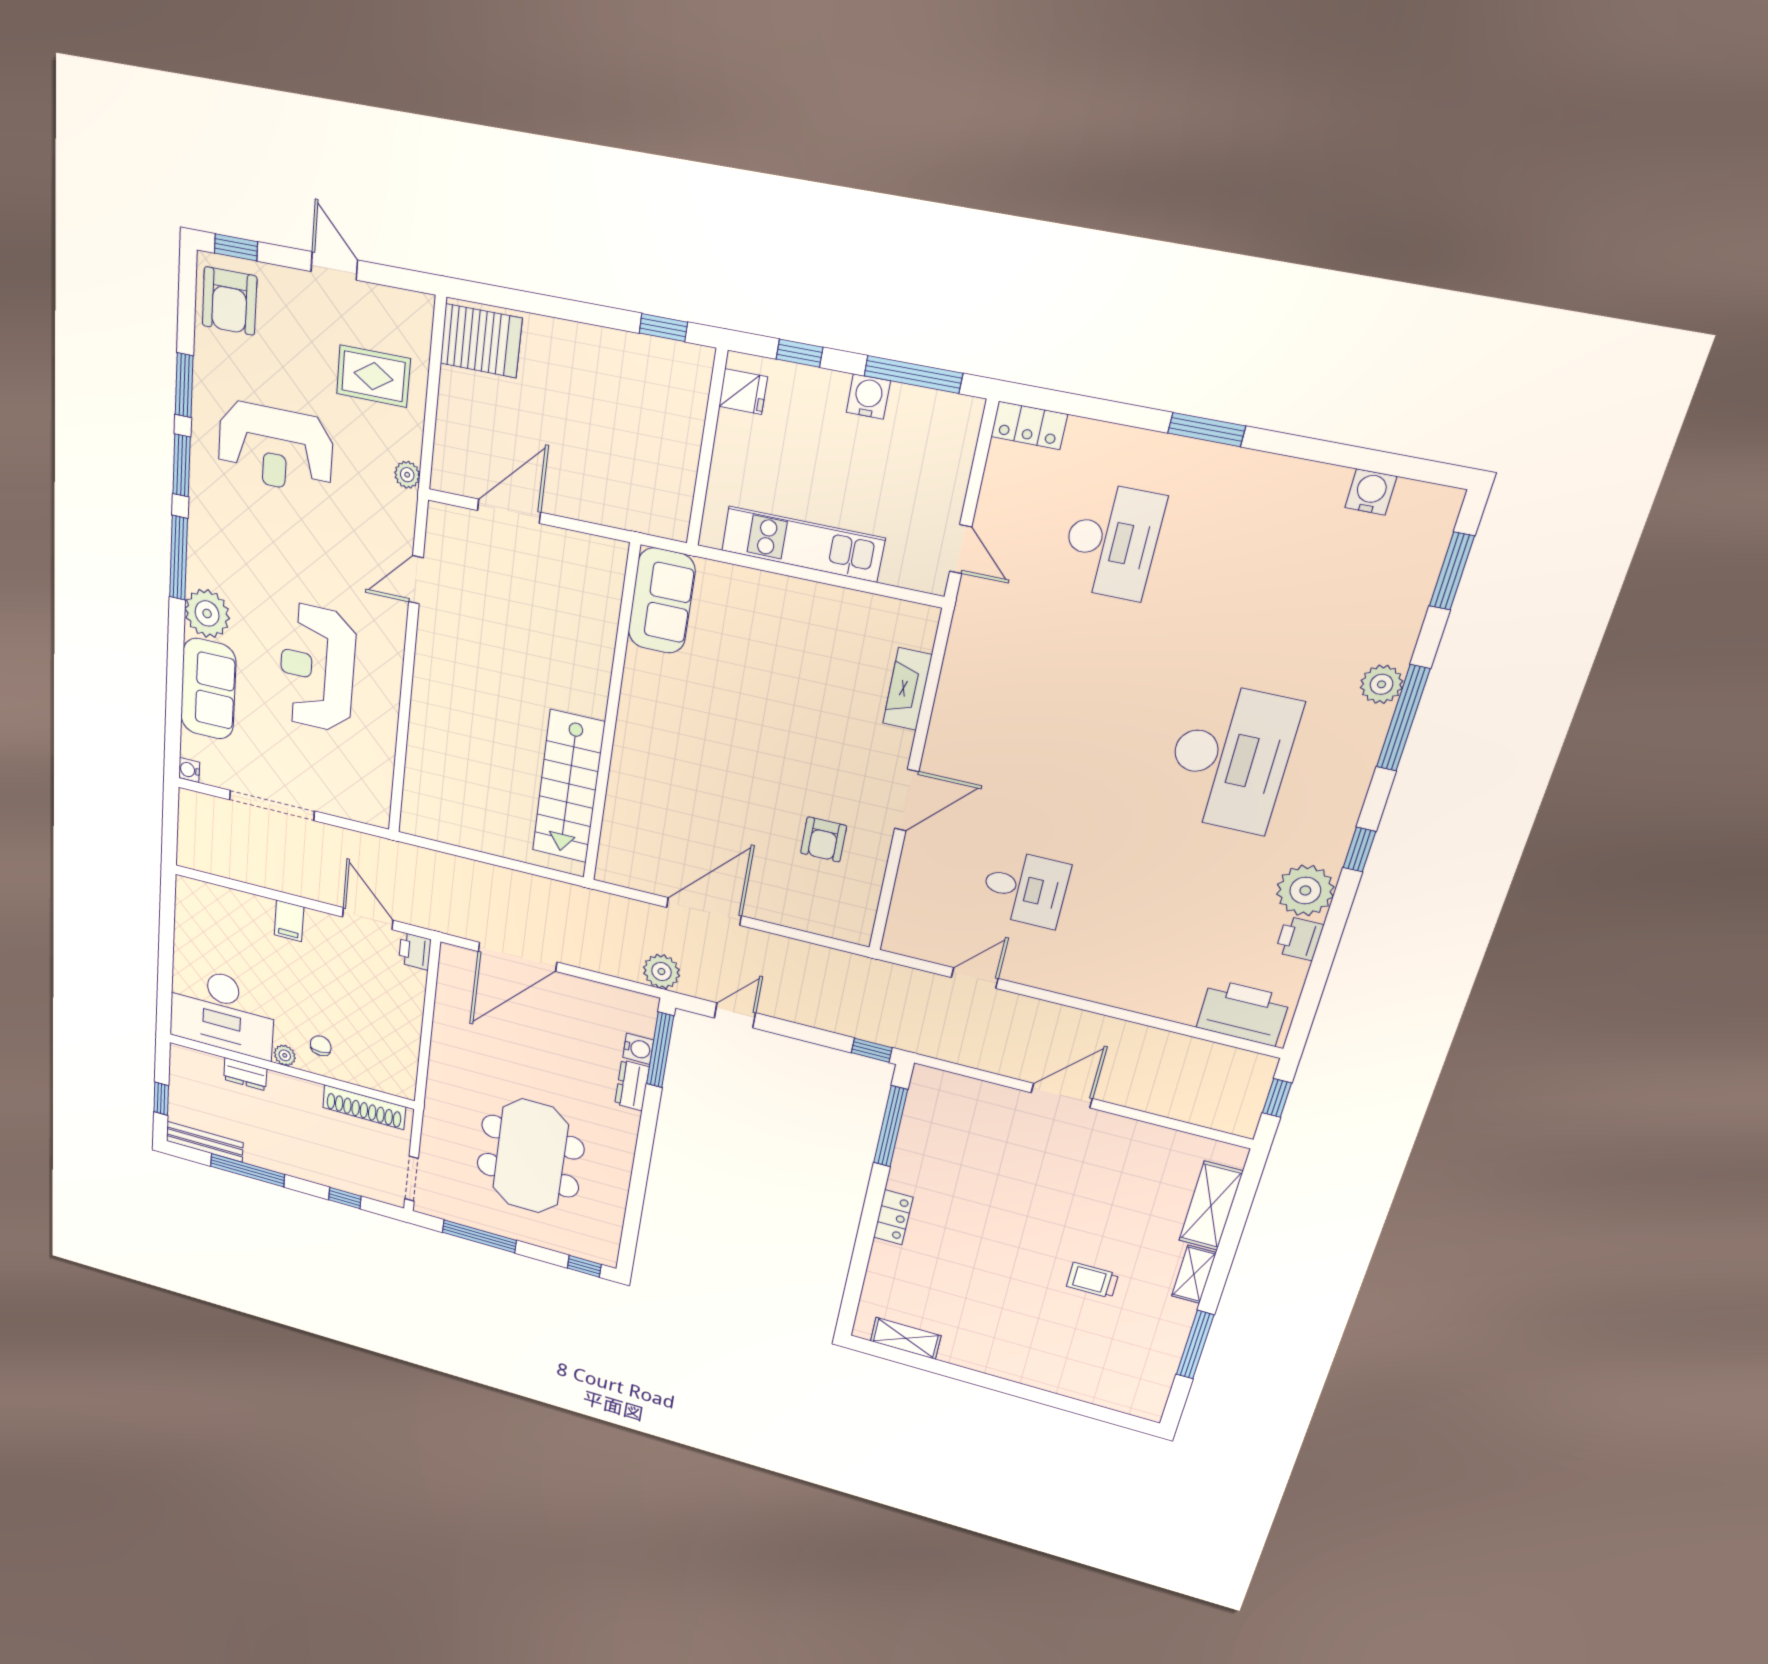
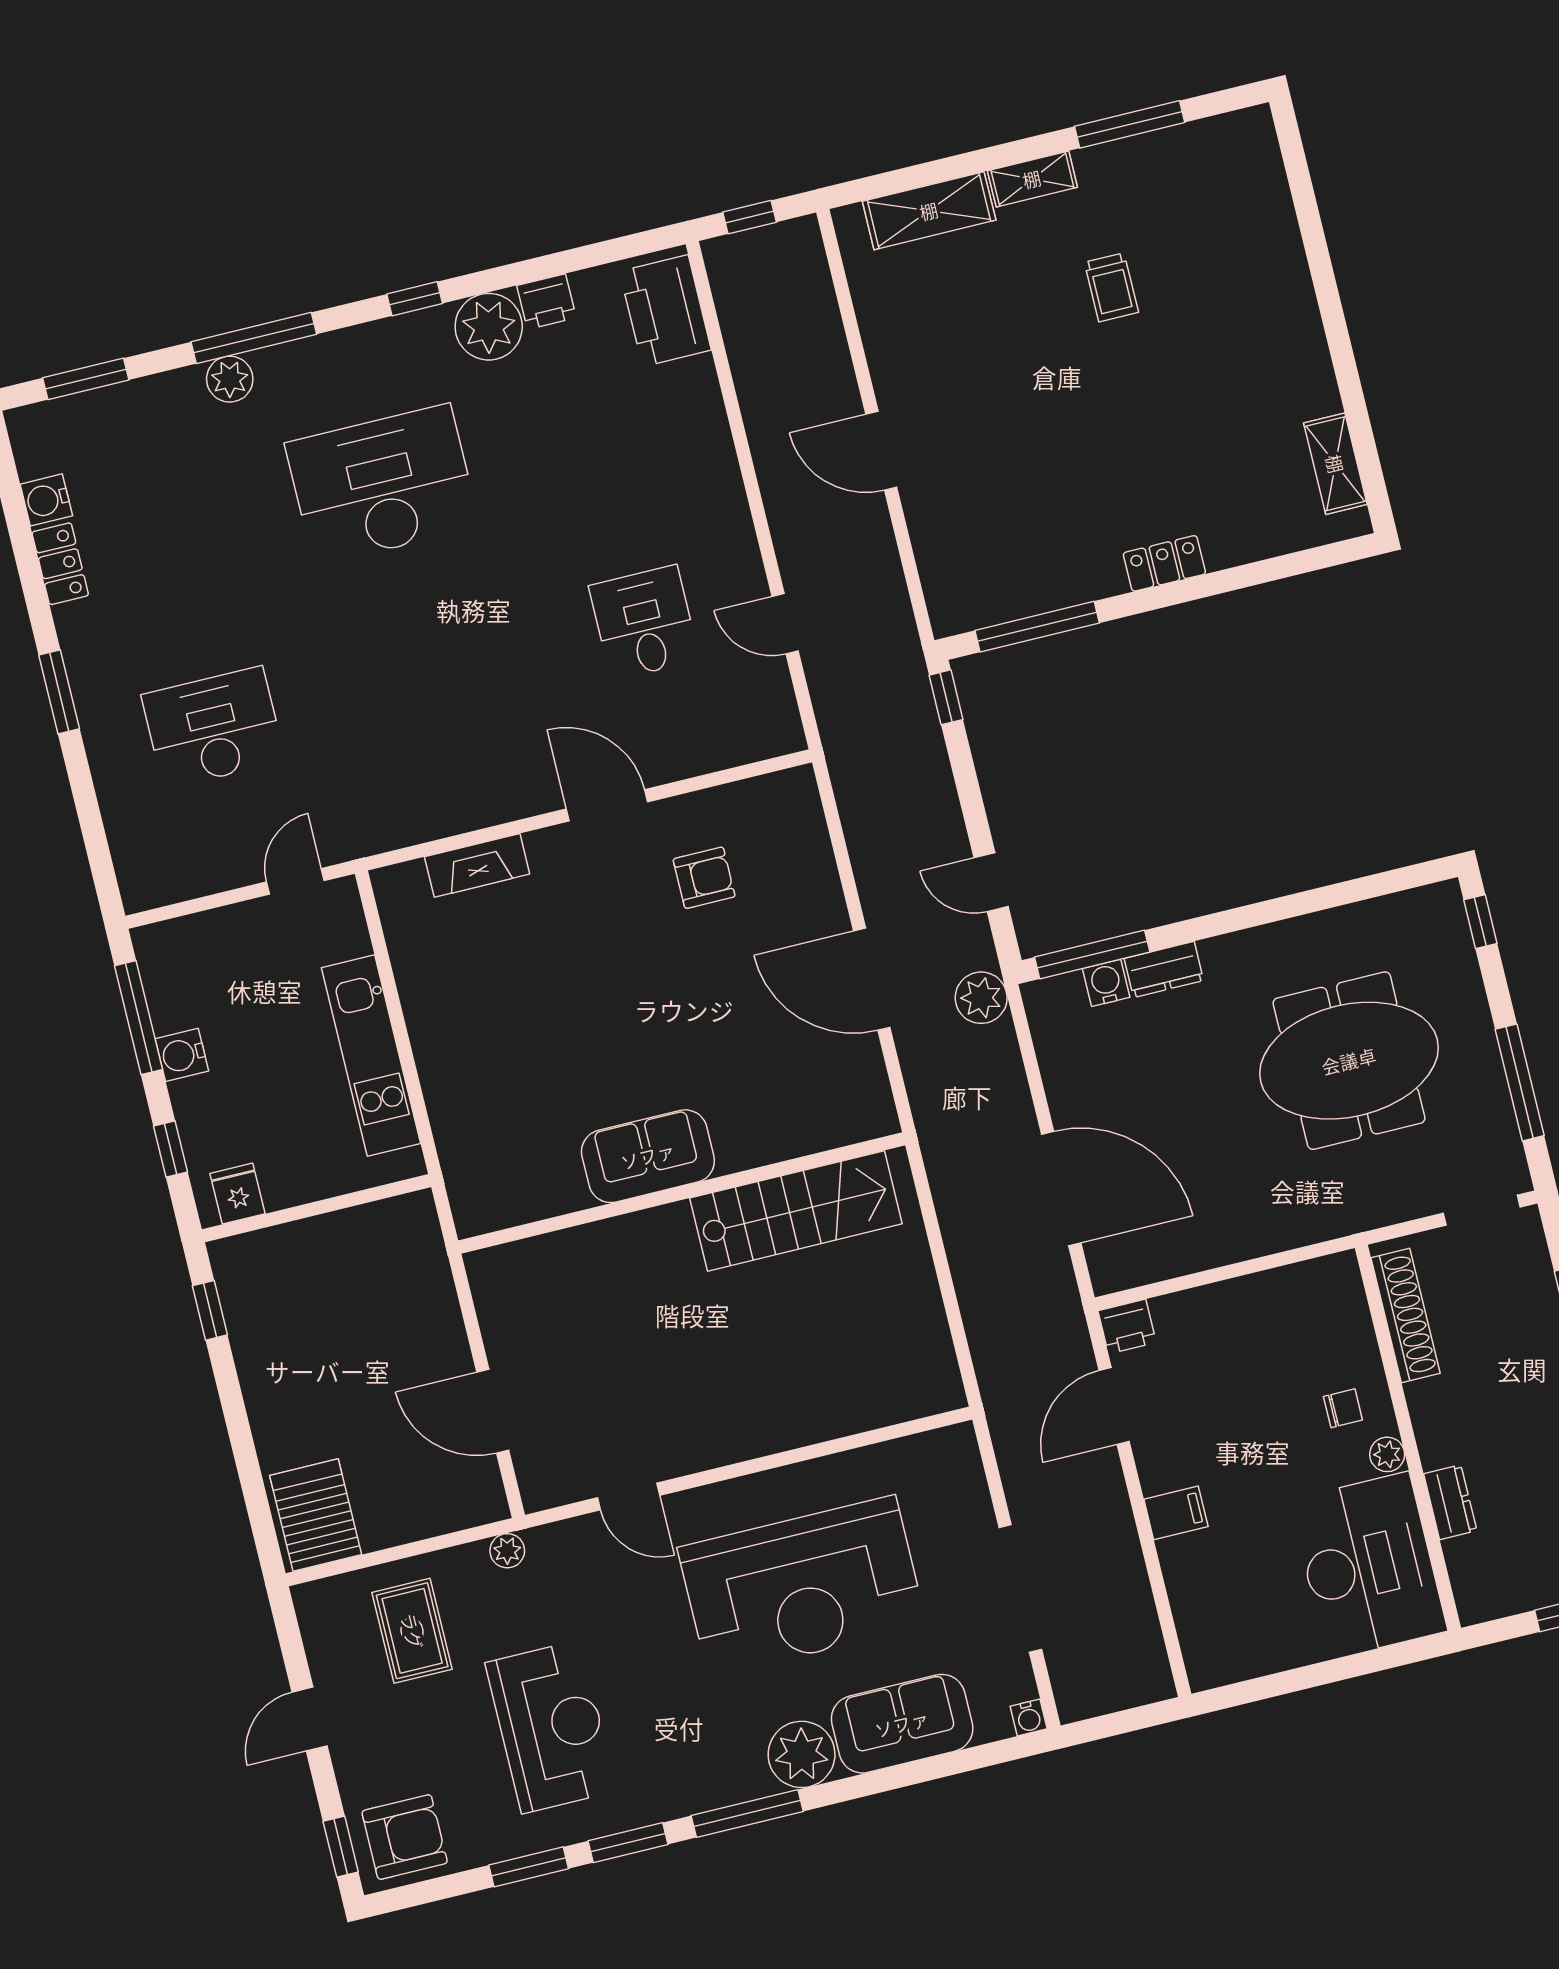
locker: (1029, 425) -> (60, 564), moved
sofa: (662, 601) -> (648, 1156), moved
reception desk: (317, 668) -> (802, 1586), width x1.36, depth x1.30
chair: (321, 1046) -> (1343, 1408), turned 180

